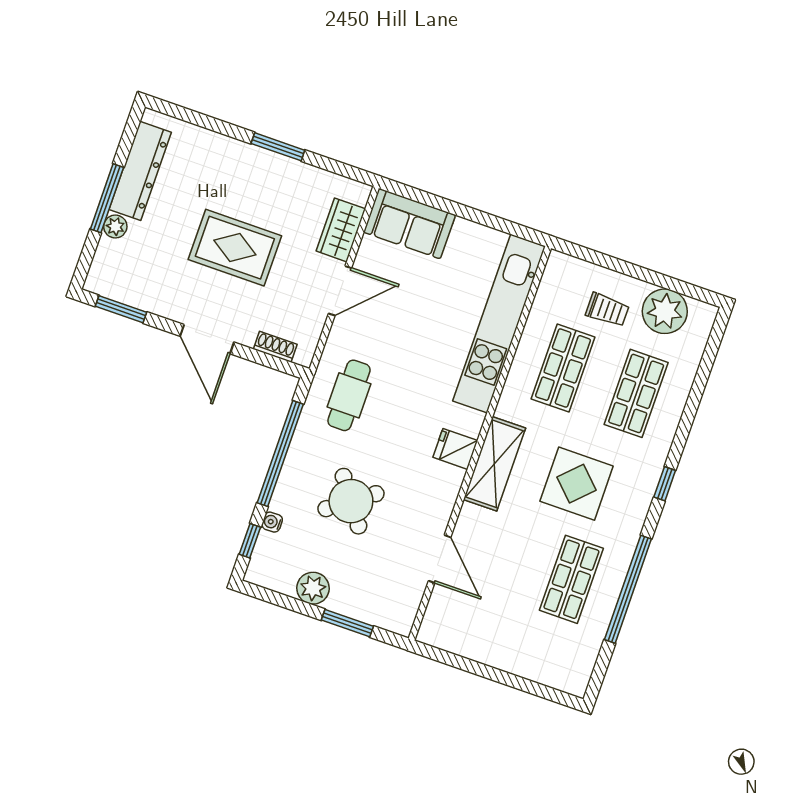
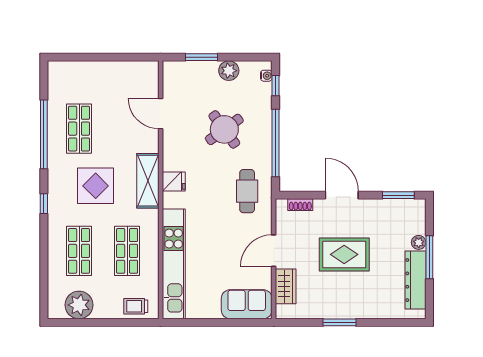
trolley: (607, 310) -> (136, 306), moved
water cooler: (272, 522) -> (266, 76), moved

